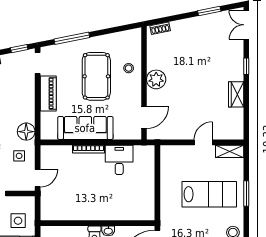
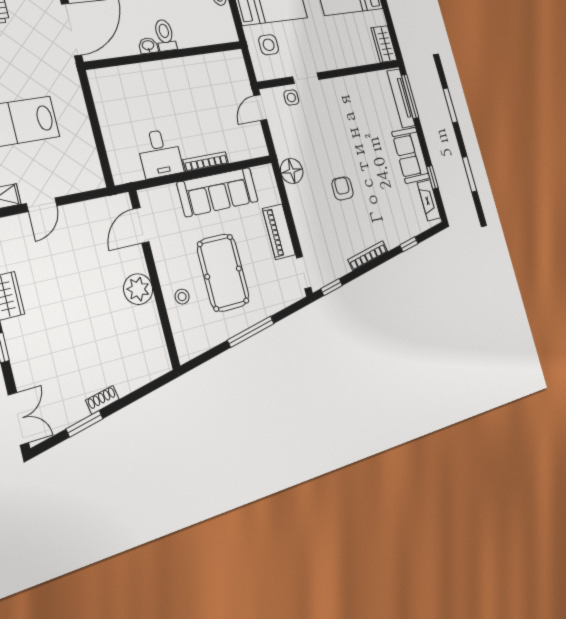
shoe rack: (160, 28) -> (102, 400), moved
window: (72, 38) -> (251, 332), moved
side table: (19, 156) -> (291, 97), moved

